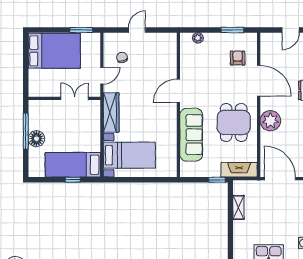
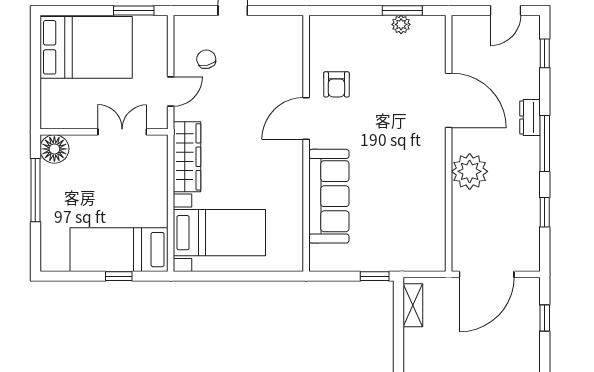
plant: (198, 38) -> (401, 24), moved
armchair: (238, 58) -> (336, 84), moved, turned 180
dining table: (234, 122) -> (404, 175), removed
floor lamp: (36, 139) -> (54, 149), moved
fireplace: (239, 170) -> (414, 258), removed
door: (280, 179) -> (487, 274), swing flipped
shelving: (238, 207) -> (413, 305), moved

